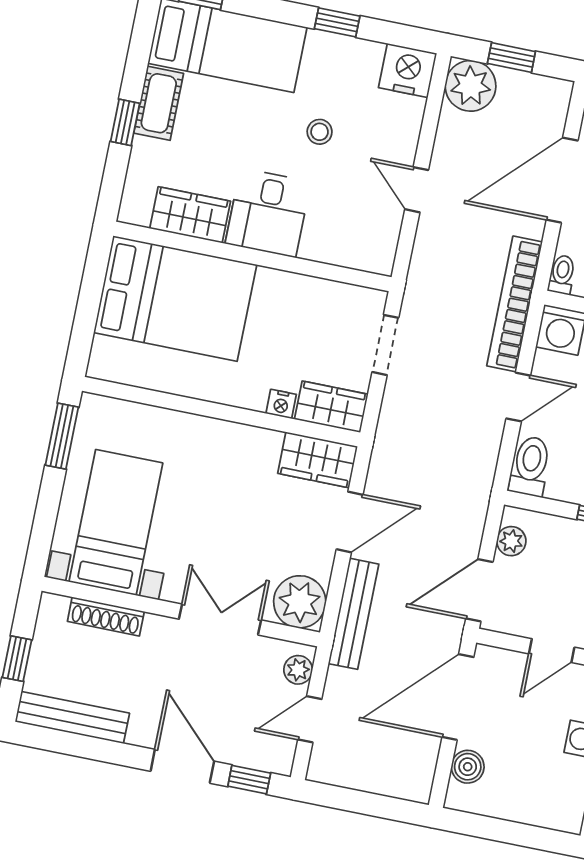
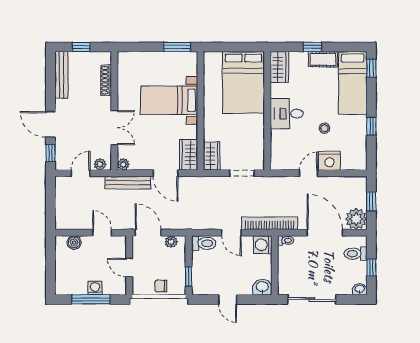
nightstand: (408, 70) -> (329, 161), moved, turned 90
plant: (471, 86) -> (356, 219), moved
wardrobe: (190, 215) -> (279, 67), moved
nightstand: (281, 404) -> (209, 135), removed
bed with nightstands: (116, 522) -> (169, 100), moved, turned 180
plant: (300, 602) -> (123, 164), width x0.53, depth x0.53
door: (458, 697) -> (102, 233), width x0.53
door: (310, 719) -> (81, 173), hinge flipped
door: (182, 766) -> (51, 124), swing flipped

